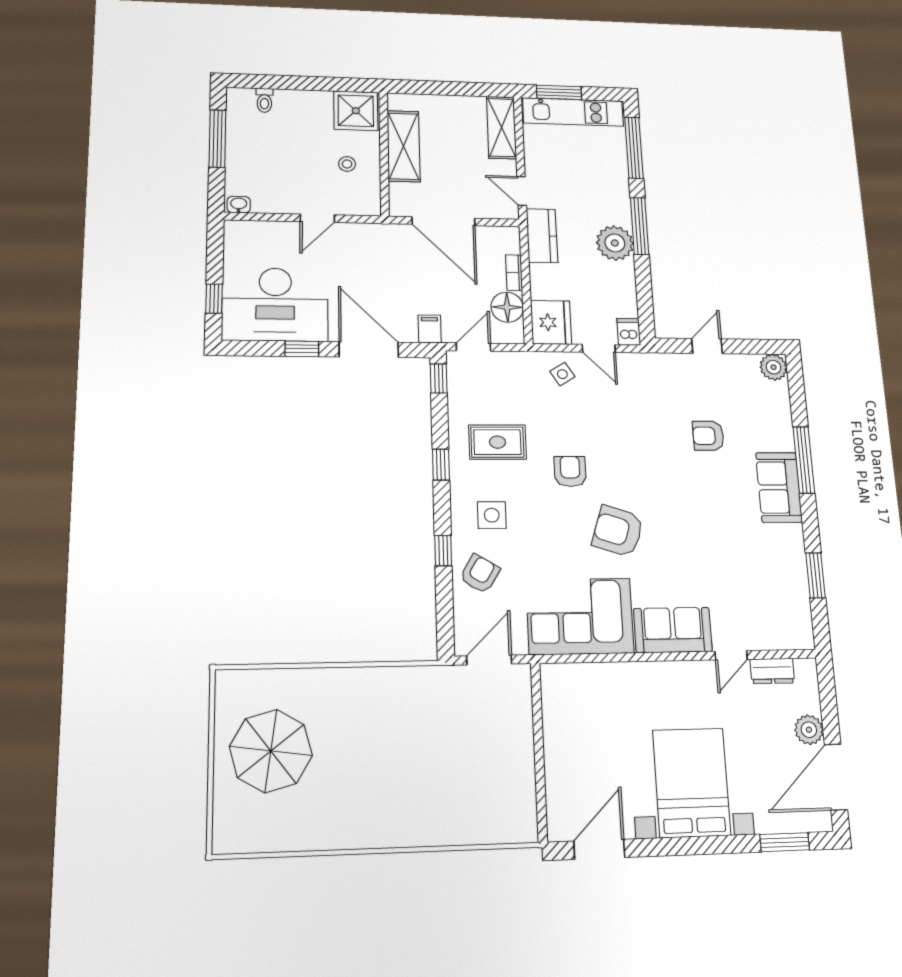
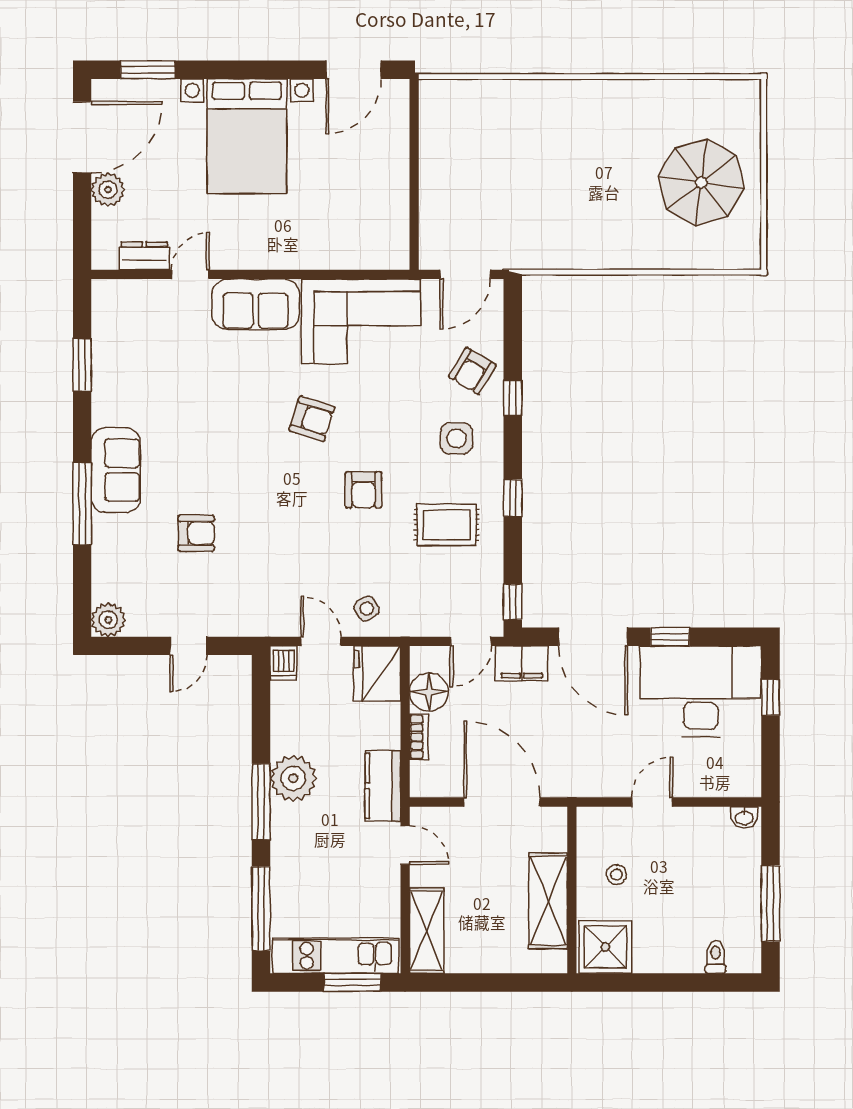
filing cabinet: (430, 329) -> (522, 663), width x2.00
armchair: (618, 531) -> (312, 419), width x0.72, depth x0.72

